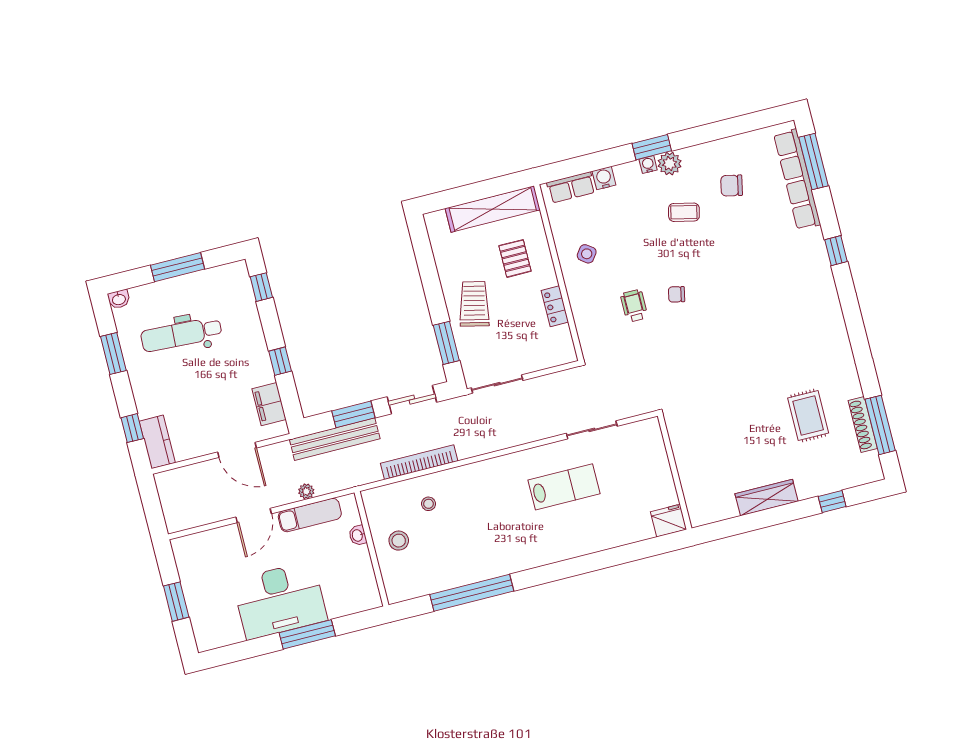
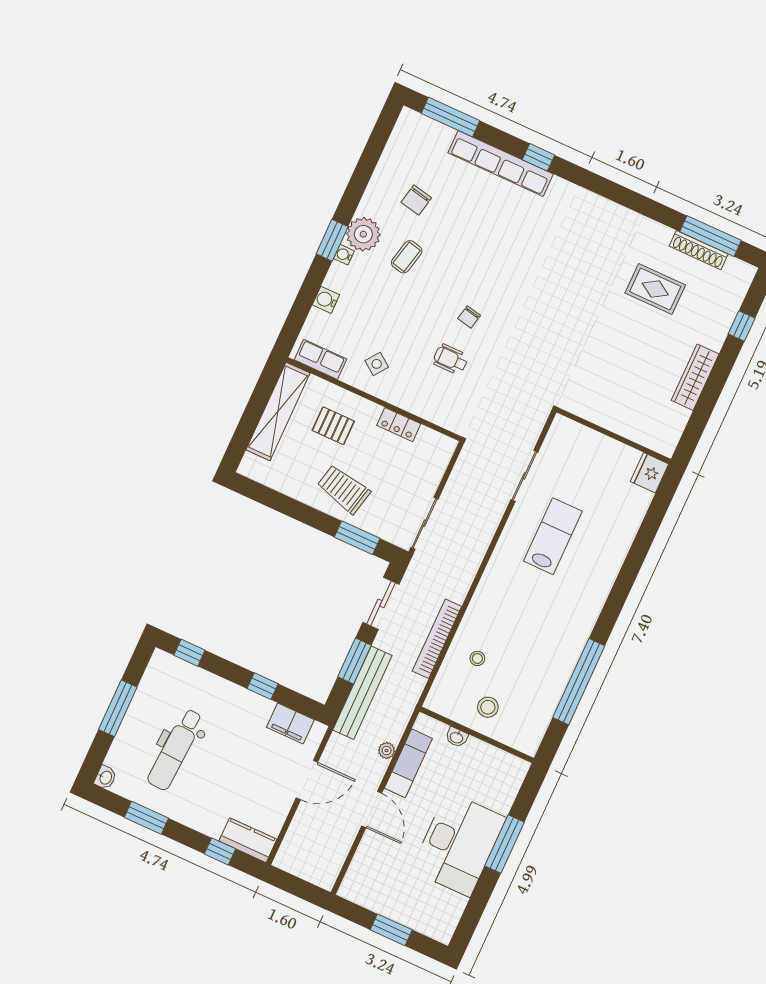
plant: (670, 164) -> (363, 234), width x1.36, depth x1.36
row of seats: (797, 179) -> (501, 163), moved
row of seats: (571, 187) -> (320, 359), moved, turned -90

